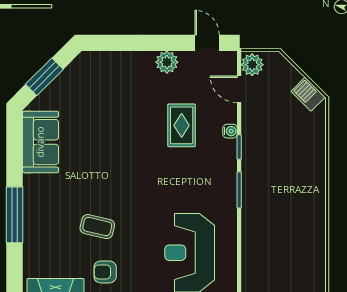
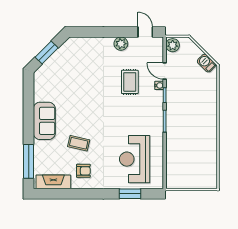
door: (239, 89) -> (165, 71), moved
sofa: (40, 142) -> (44, 121), moved
window: (15, 215) -> (29, 161), moved
armchair: (105, 272) -> (83, 171), turned 180

